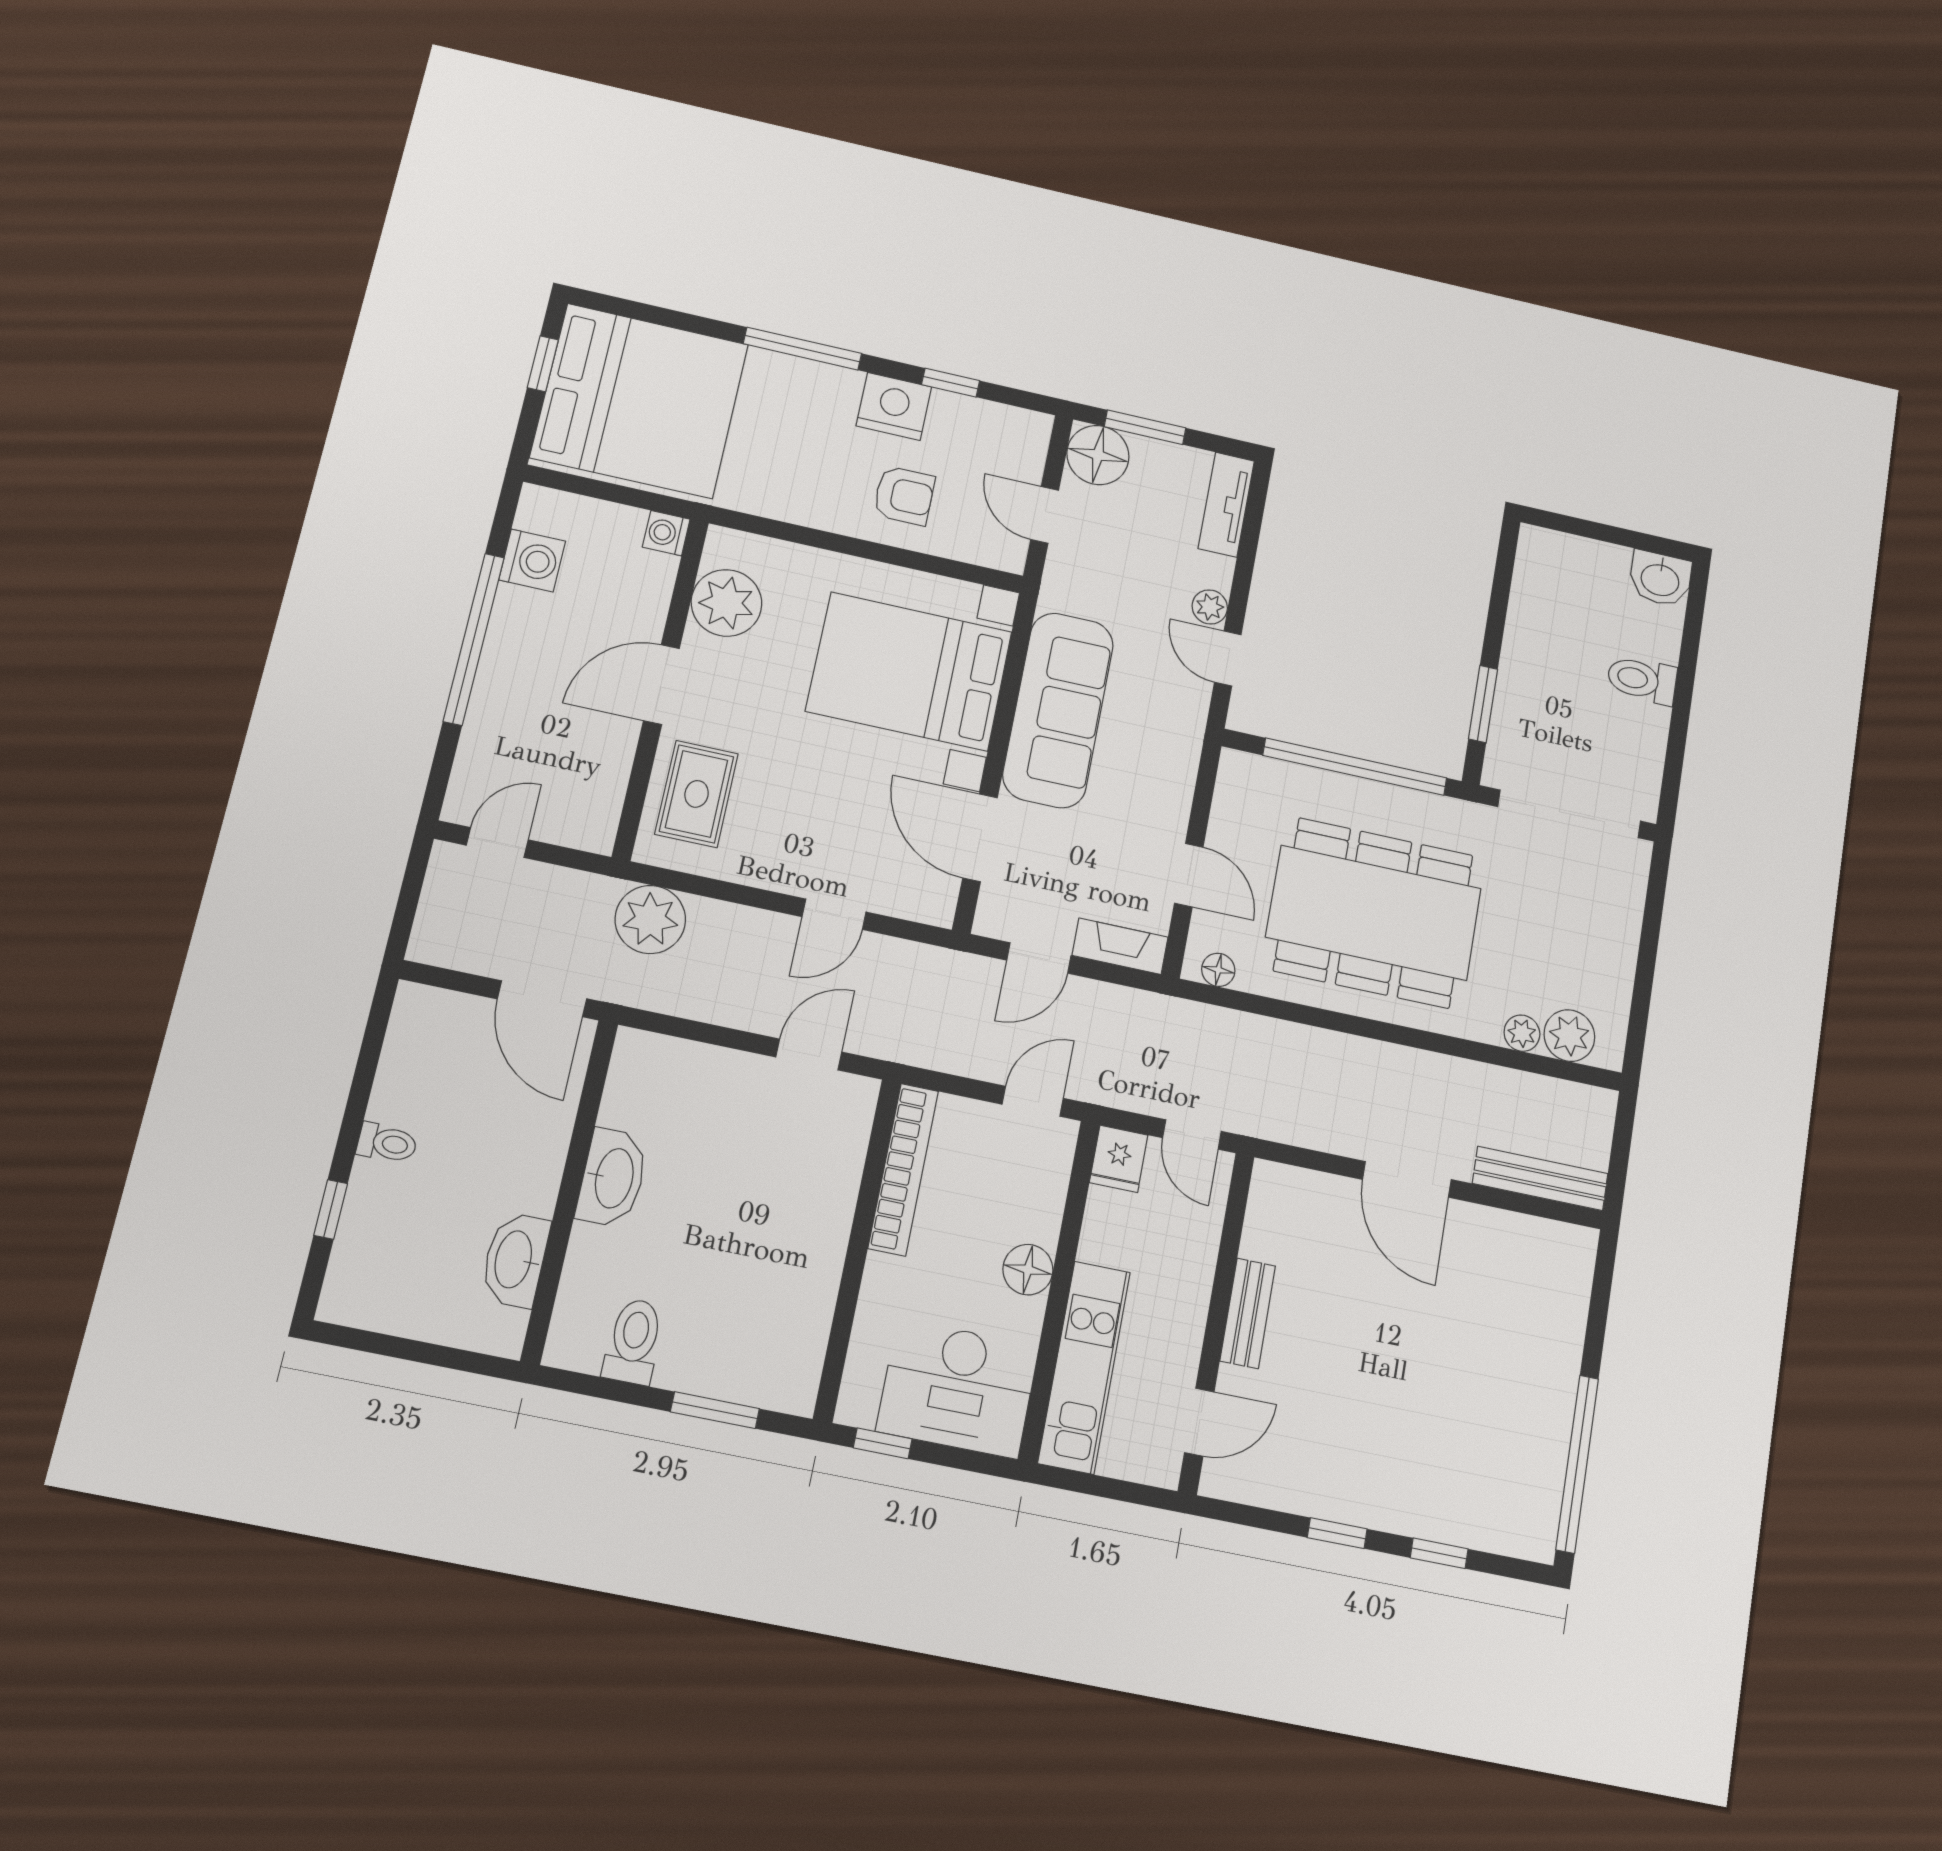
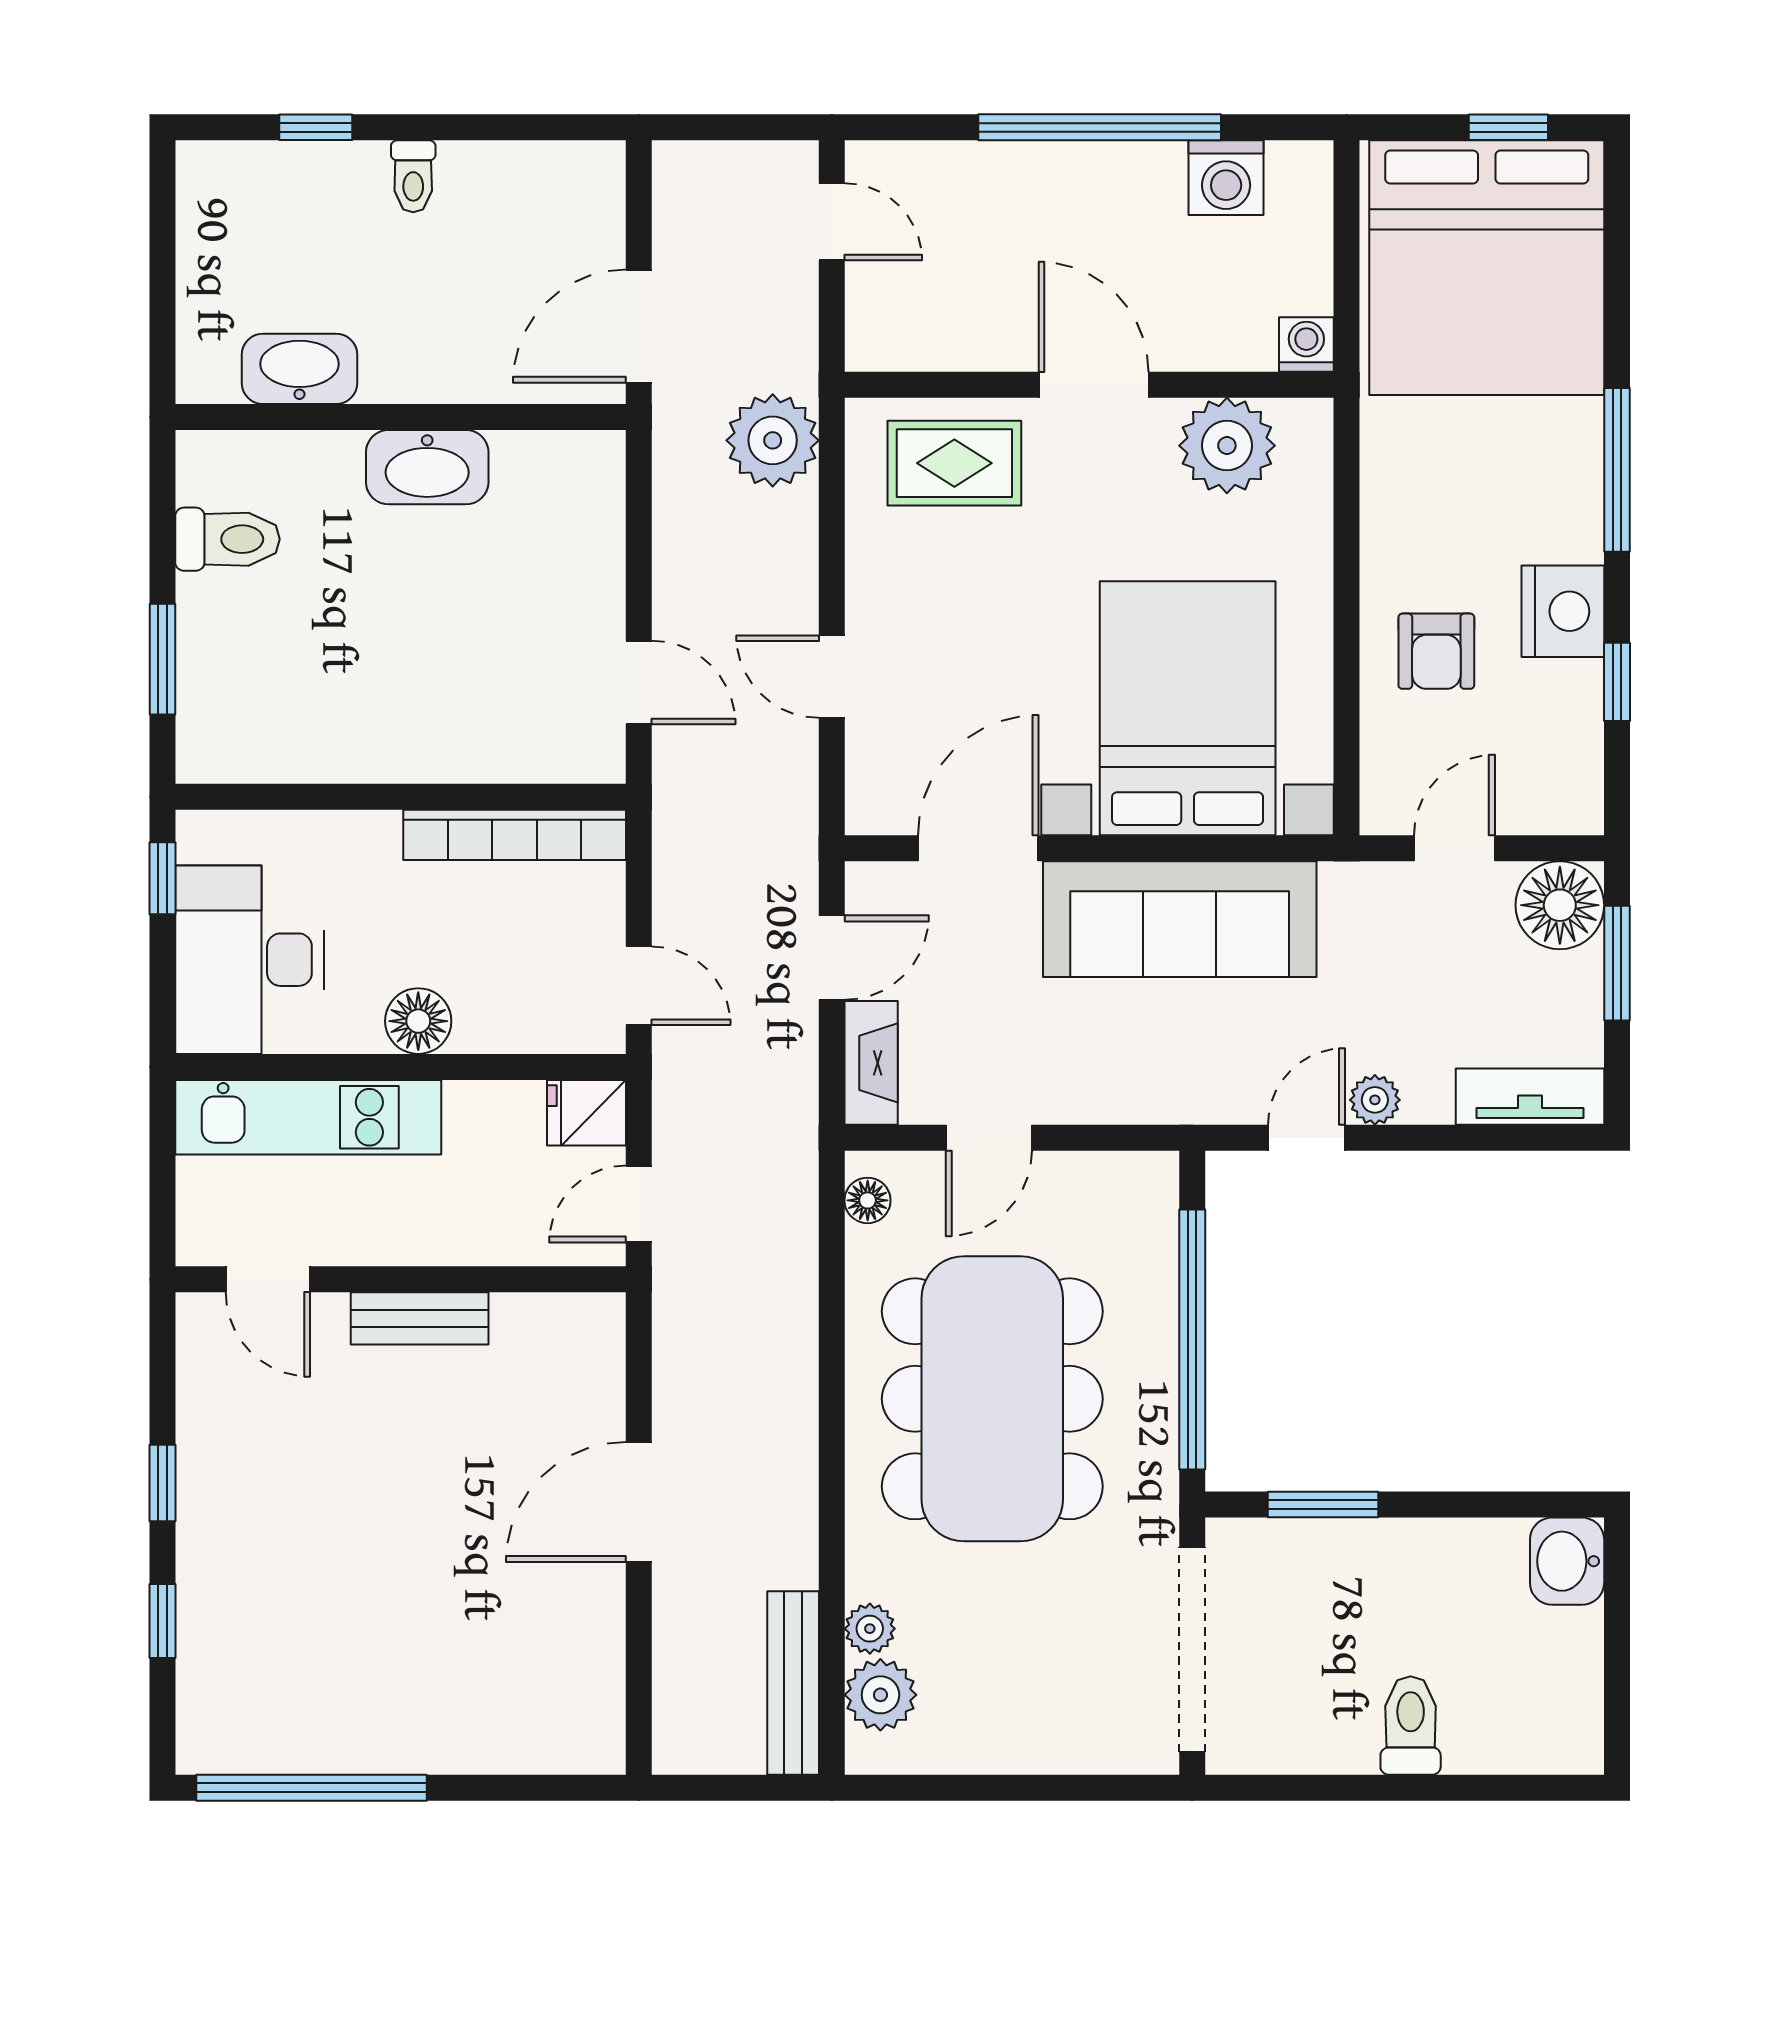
washbasin: (1660, 579) -> (1567, 1561), moved
door: (1039, 958) -> (832, 958), swing flipped
bench: (1540, 1178) -> (793, 1683), moved

